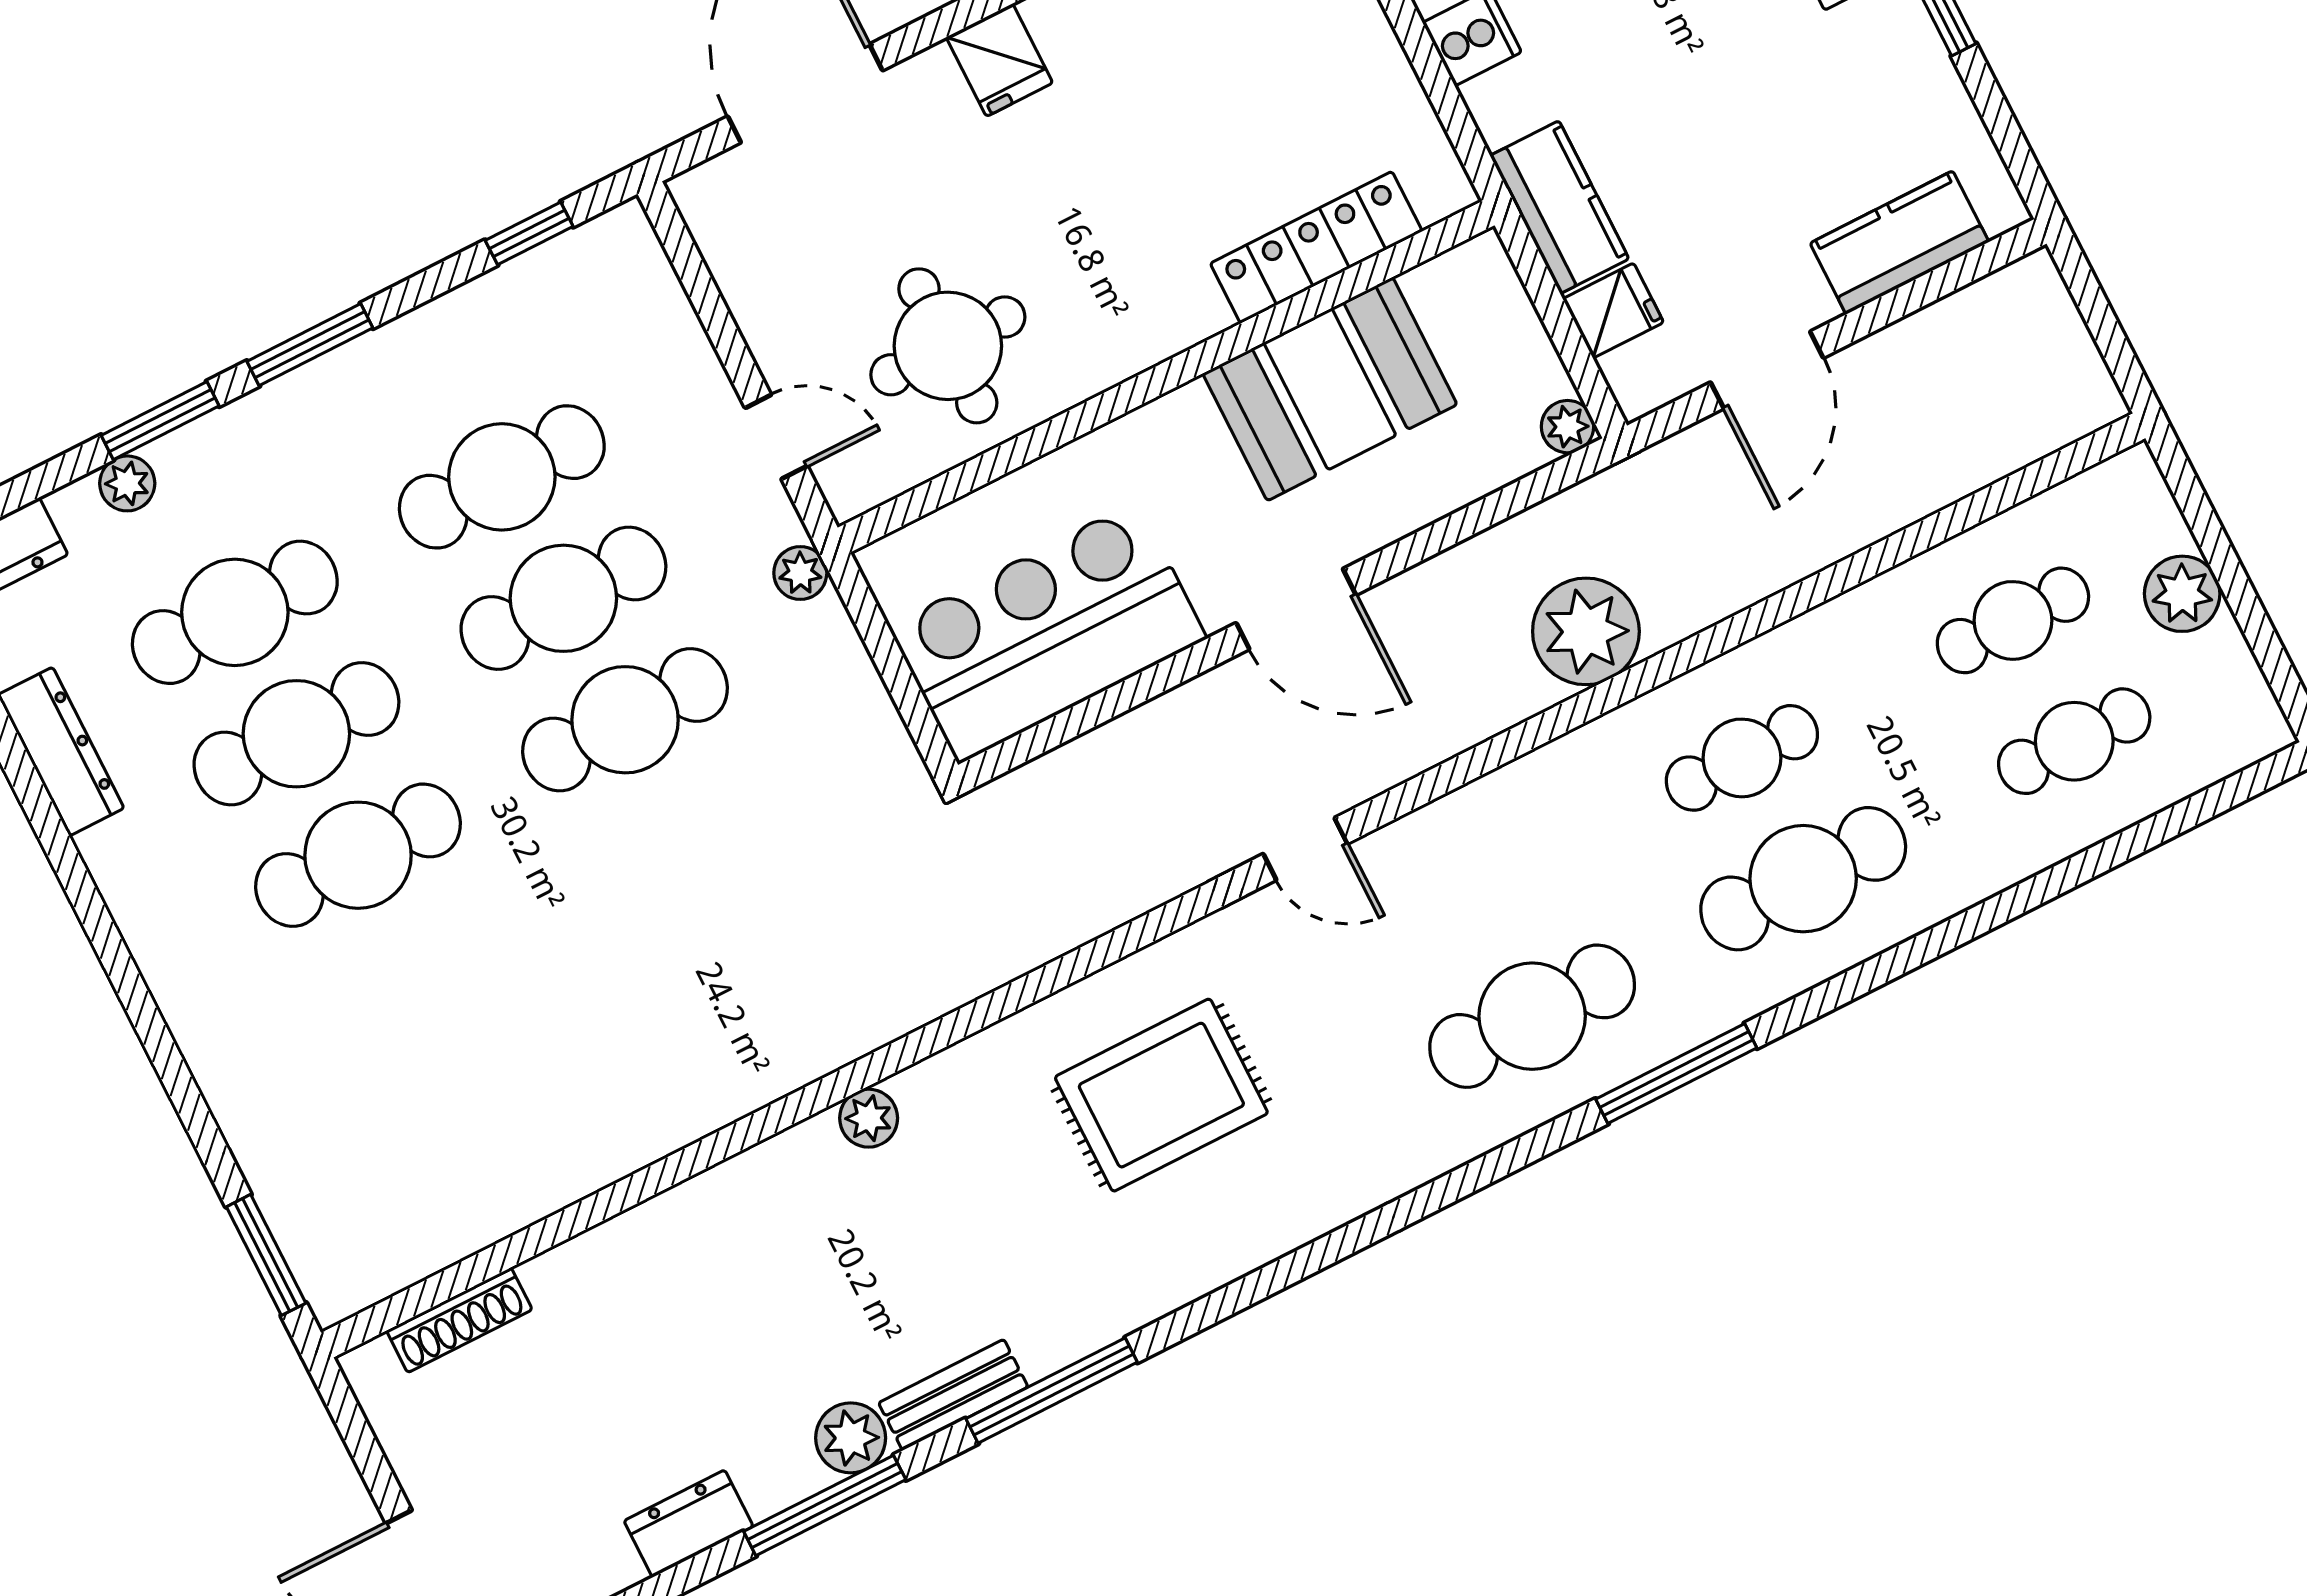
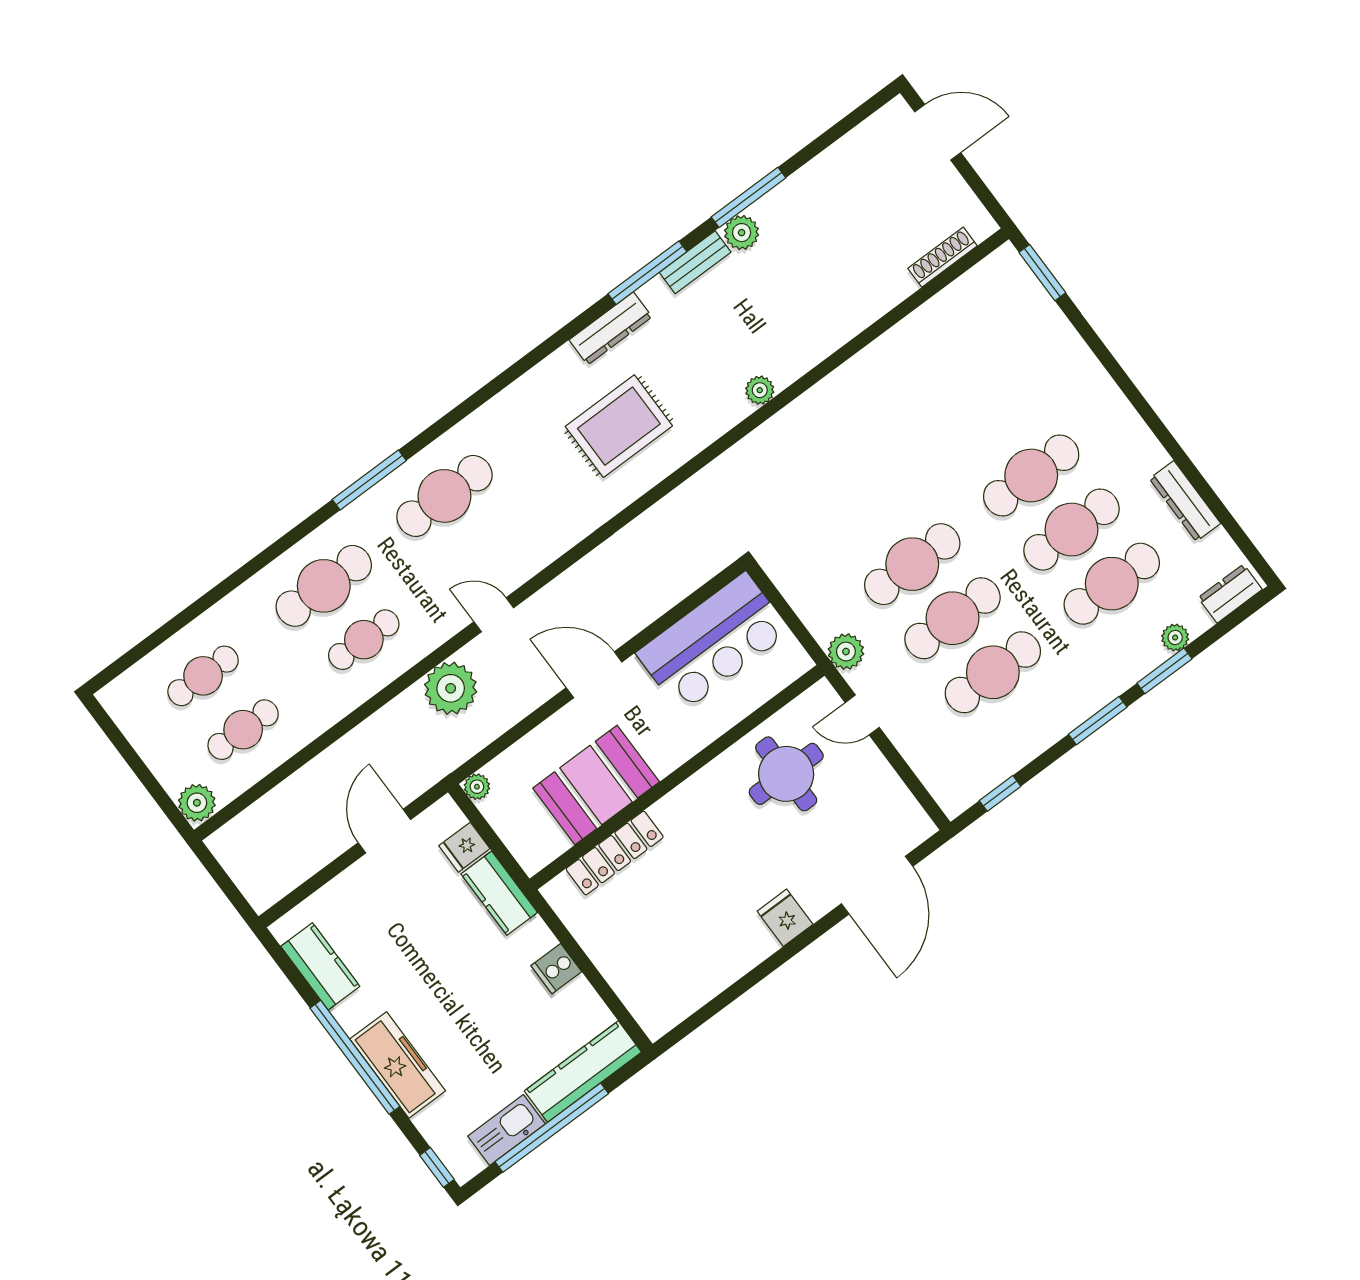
kitchen counter: (1899, 243) -> (320, 966), moved, turned -90
plant: (800, 573) -> (846, 652), width x1.38, depth x1.38
plant: (2182, 594) -> (197, 803), moved
door: (1305, 849) -> (494, 615), moved
dresser: (689, 1524) -> (611, 328), moved, width x1.44

